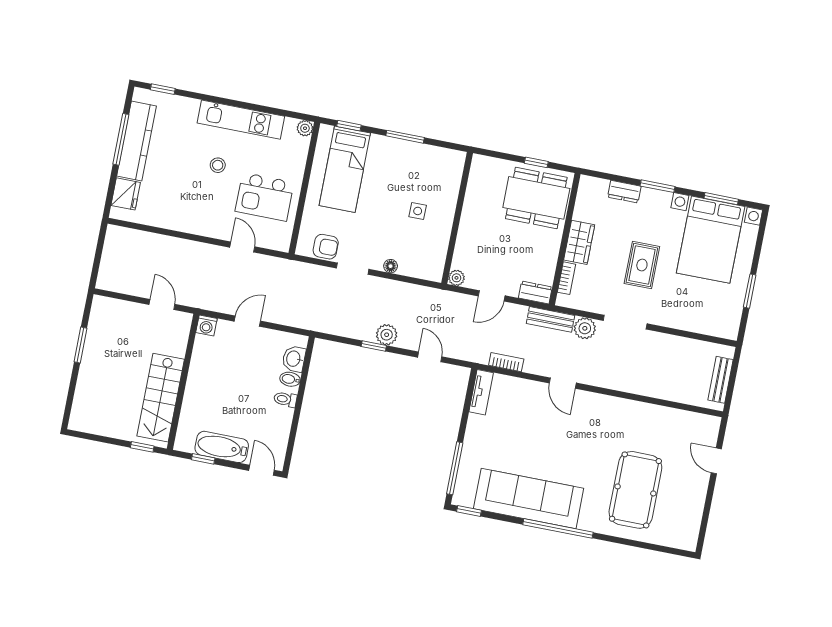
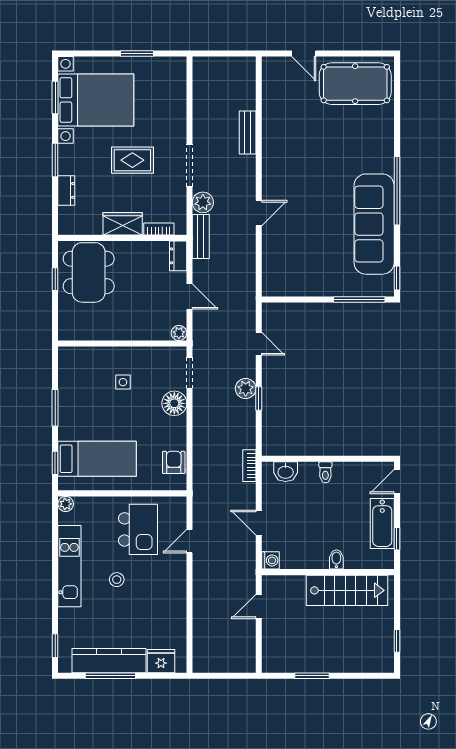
floor lamp: (391, 266) -> (174, 403), width x1.89, depth x1.89
doorway: (353, 269) -> (189, 373), moved
door: (430, 357) -> (259, 344), swing flipped
bookcase: (506, 362) -> (249, 466), moved
bidet: (290, 379) -> (336, 559), moved, turned 180
bench: (720, 380) -> (248, 132), moved, turned 90
tv unit: (481, 392) -> (282, 289), removed
window: (142, 447) -> (397, 641), moved
door: (716, 461) -> (304, 54), hinge flipped
pool table: (635, 490) -> (355, 84), moved

